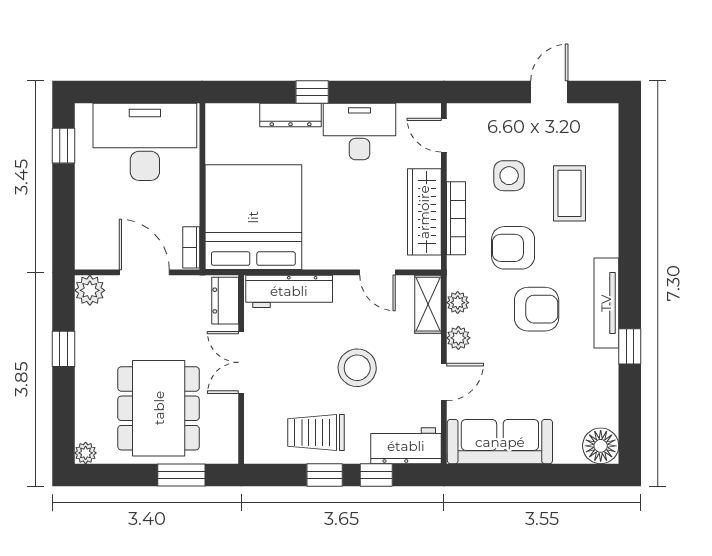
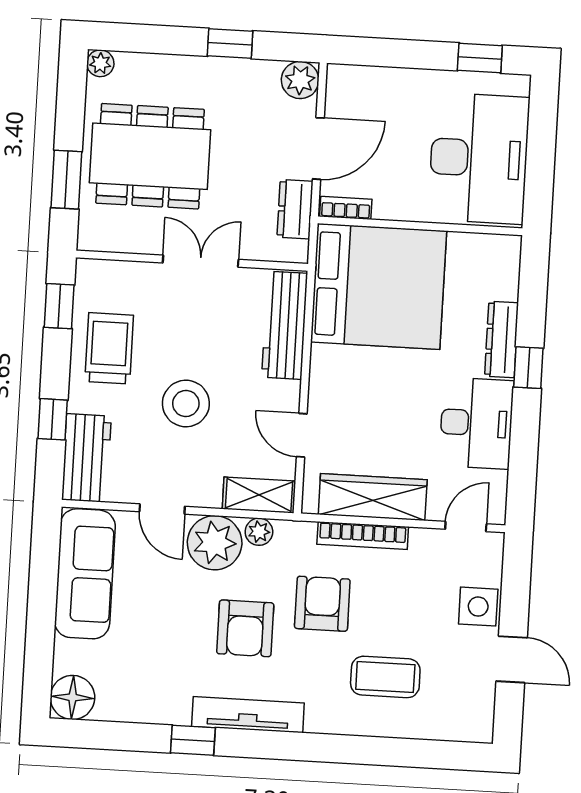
side table: (509, 176) -> (478, 607), moved
door: (377, 272) -> (302, 435), hinge flipped
dresser: (225, 301) -> (295, 209), moved, turned -90
plant: (458, 338) -> (215, 543), width x1.87, depth x1.87
window: (325, 475) -> (59, 306), moved

